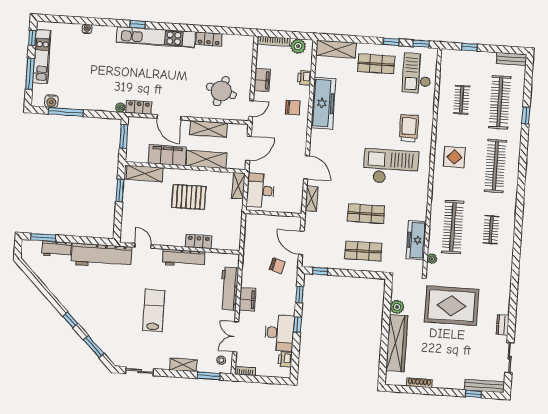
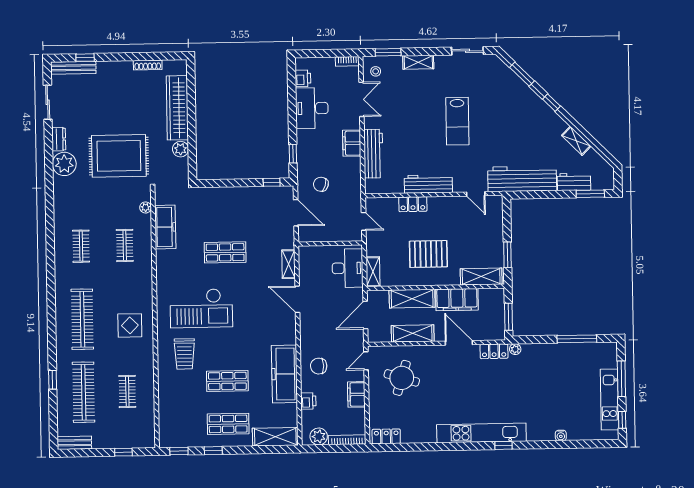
locker: (209, 39) -> (386, 436), moved
checkout: (417, 73) -> (181, 417), removed
water cooler: (51, 101) -> (594, 350), removed
clothes rail: (453, 227) -> (125, 245), width x0.54, depth x0.76
door: (243, 230) -> (364, 221), added
shop shelf: (363, 251) -> (227, 381), moved
shelving: (51, 285) -> (576, 141), added
plant: (500, 303) -> (64, 164), added
window: (297, 325) -> (292, 119), removed

